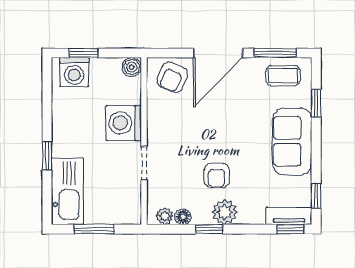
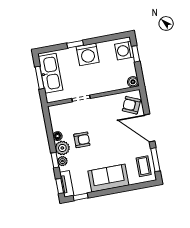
window: (316, 103) -> (132, 187), removed
washing machine: (124, 123) -> (88, 54), moved, turned 180
armchair: (217, 175) -> (82, 140), turned 180
kitchen sink: (67, 191) -> (50, 73), moved, turned -90
plant: (165, 216) -> (62, 161), moved
floor lamp: (183, 217) -> (57, 136), moved
window: (209, 229) -> (55, 160), moved

